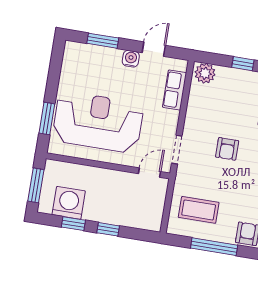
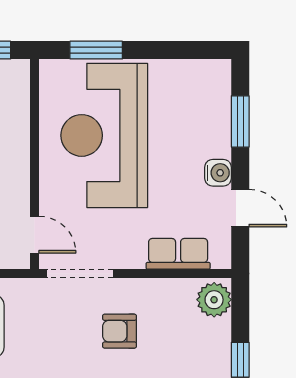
reception desk: (98, 122) -> (104, 135), turned 180
armchair: (227, 149) -> (119, 331), moved
doorway: (177, 150) -> (80, 274), width x1.38

